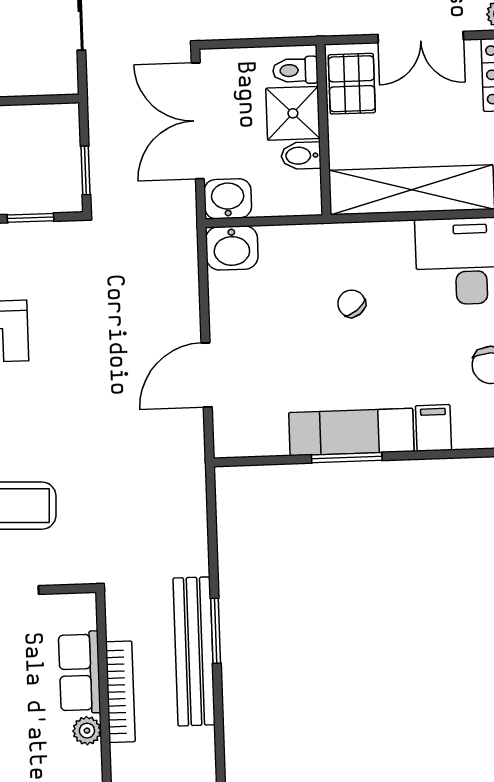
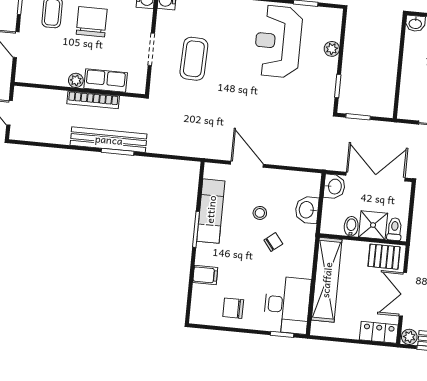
washbasin: (232, 248) -> (307, 210), moved
stool: (298, 337) -> (260, 213), added
exam couch: (351, 432) -> (211, 211), moved

